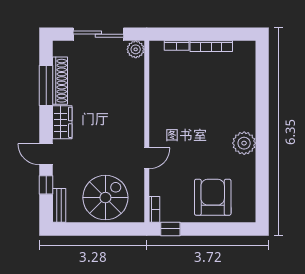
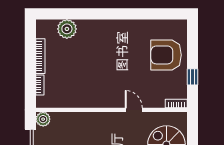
plant: (244, 143) -> (67, 29), moved
window: (170, 229) -> (193, 77), moved

